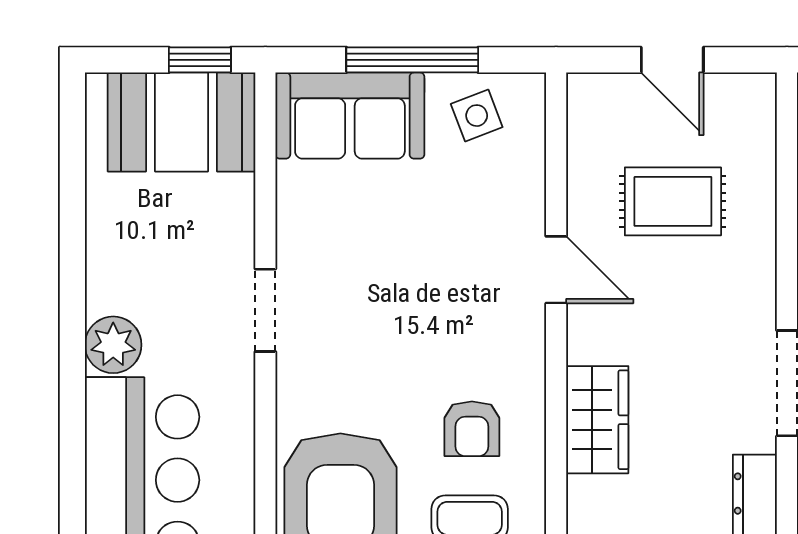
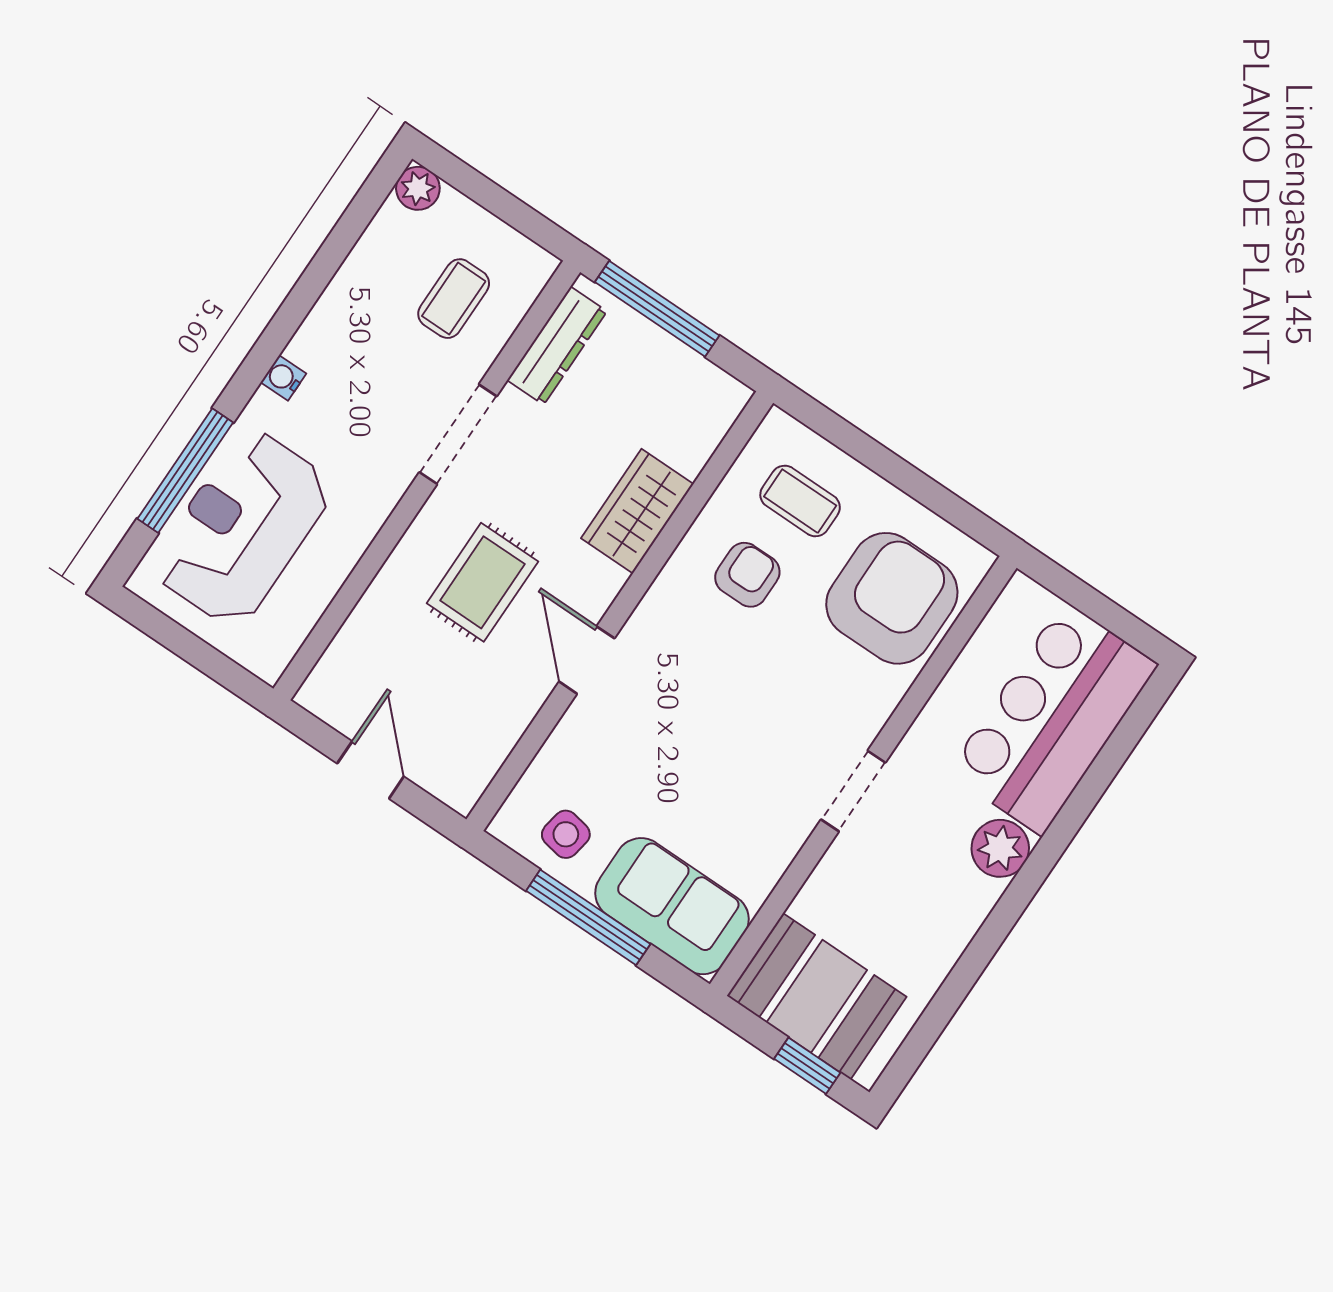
window: (200, 60) -> (807, 1066), moved
side table: (477, 116) -> (566, 834), turned 31
rug: (673, 201) -> (482, 582), moved, turned 90

